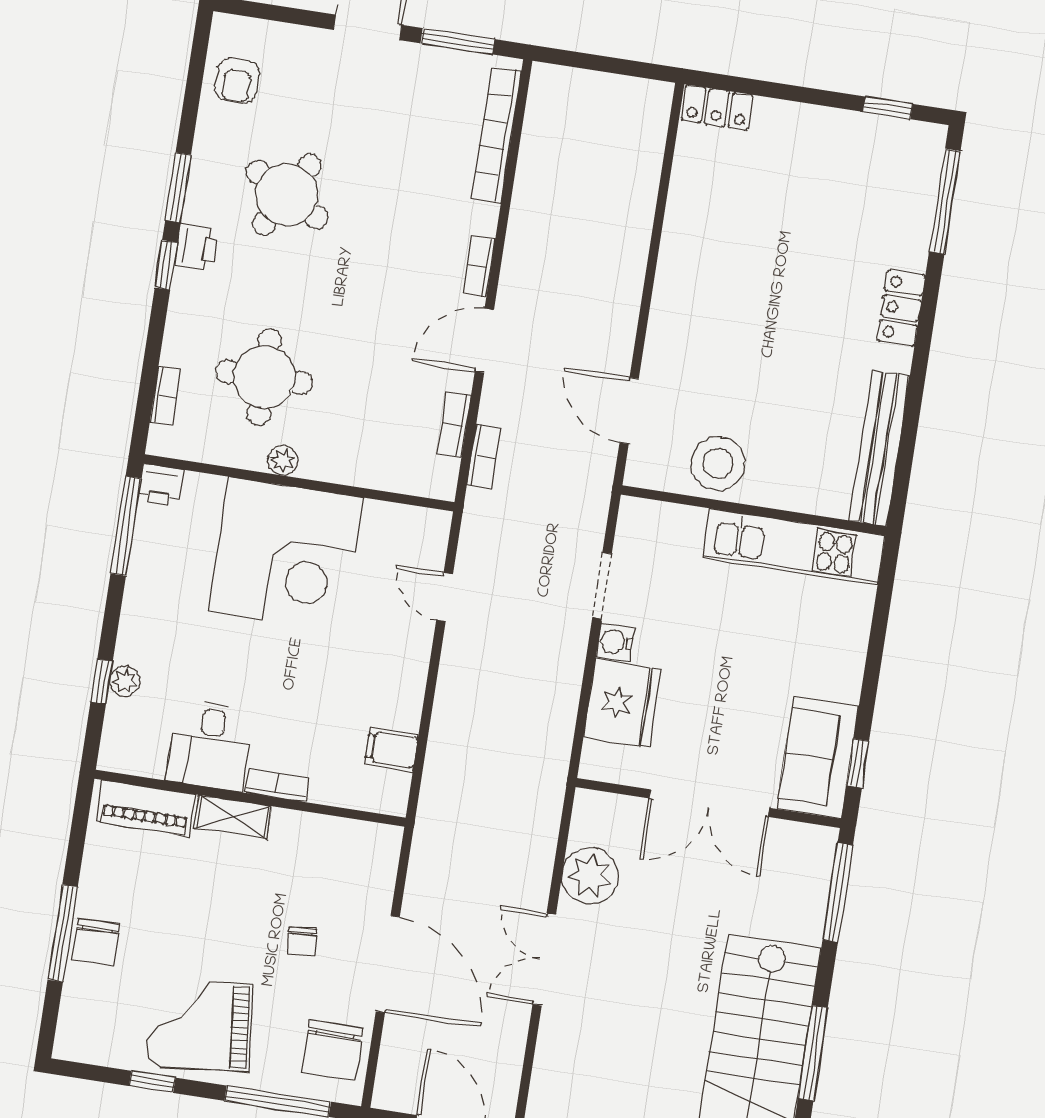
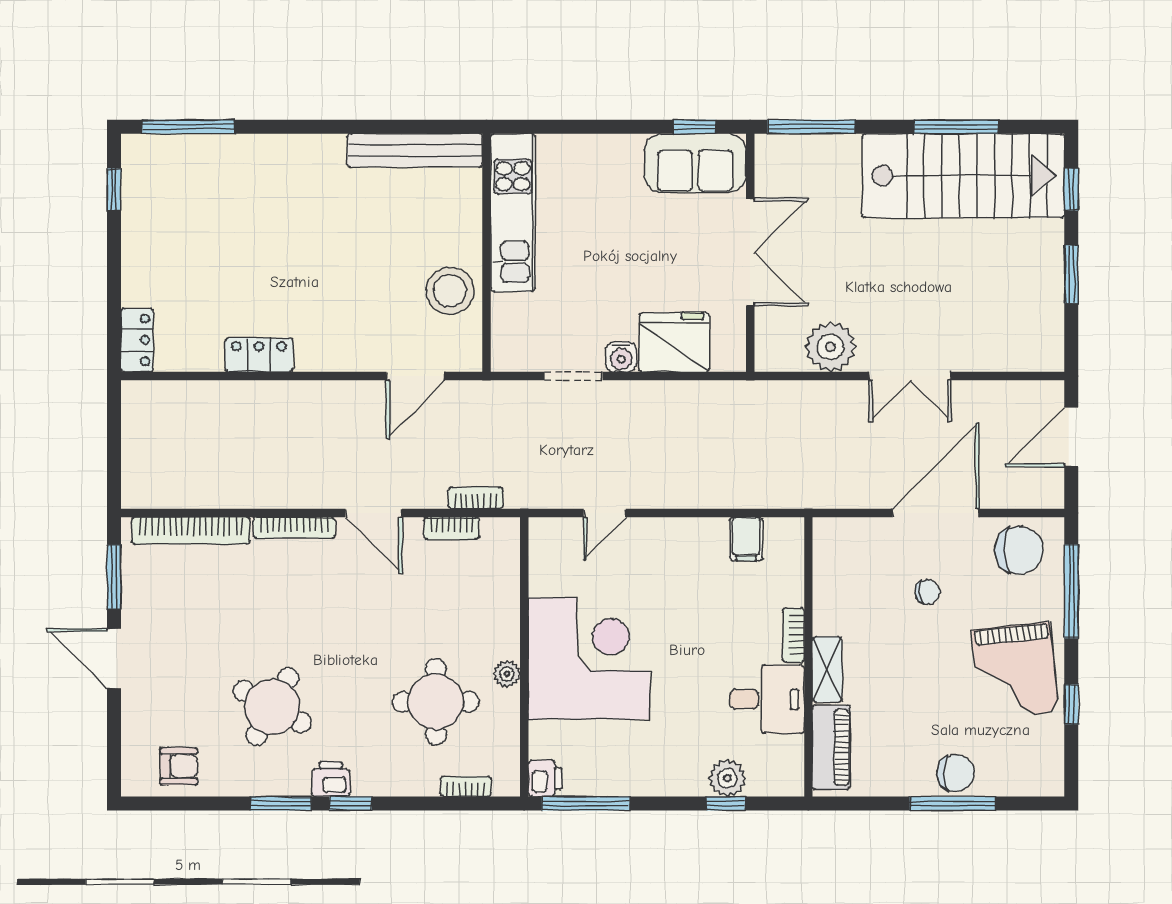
bookcase: (479, 266) -> (294, 528), width x1.56
locker: (901, 308) -> (259, 355), moved, turned 180
plant: (125, 681) -> (727, 778), width x1.38, depth x1.38

